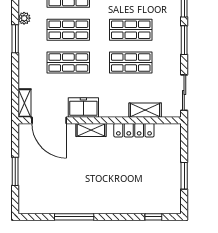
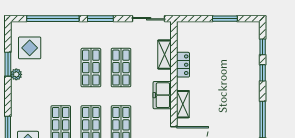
freezer: (83, 107) -> (162, 95), moved
locker: (134, 130) -> (183, 65), width x0.66
window: (125, 217) -> (263, 73), added

